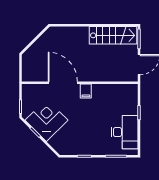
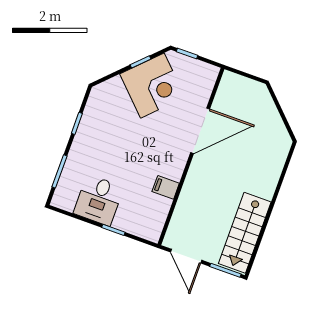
filing cabinet: (86, 91) -> (166, 187), moved
desk: (125, 132) -> (99, 200), width x0.73

